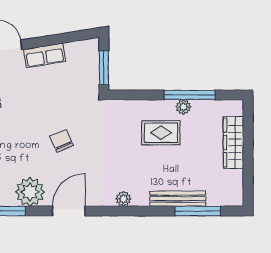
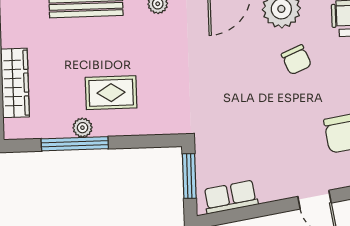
row of seats: (44, 55) -> (231, 197), moved
chair: (62, 141) -> (296, 60), moved

